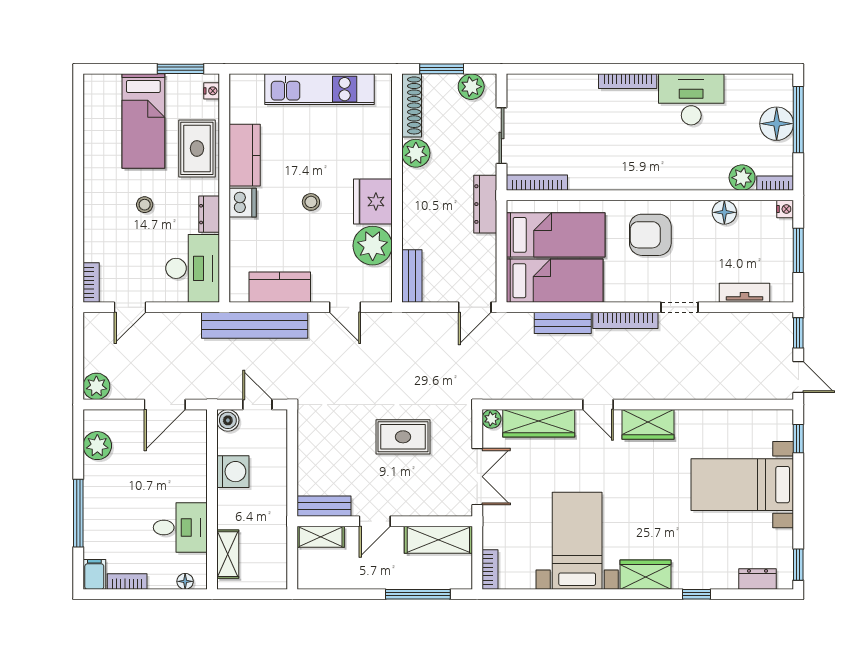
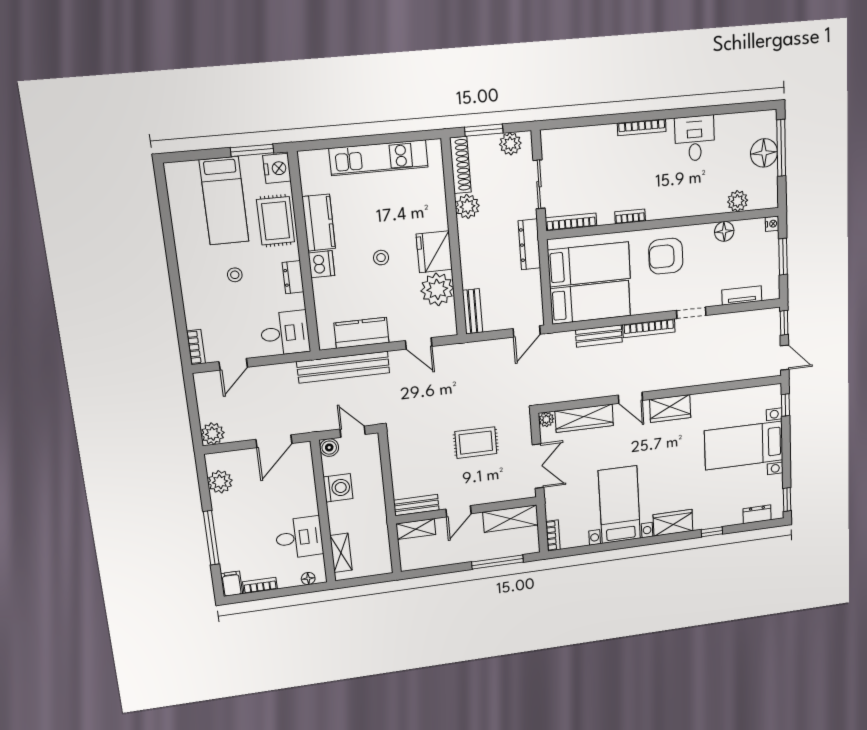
nightstand: (212, 91) -> (277, 168), width x1.89, depth x1.79
desk: (691, 99) -> (695, 138), width x0.73
bookcase: (775, 183) -> (630, 216), moved
desk: (193, 268) -> (285, 333), width x0.73

